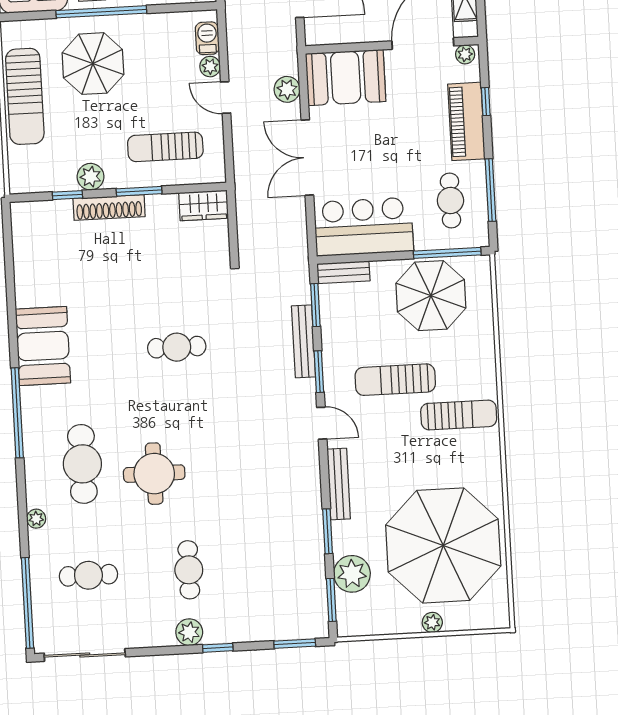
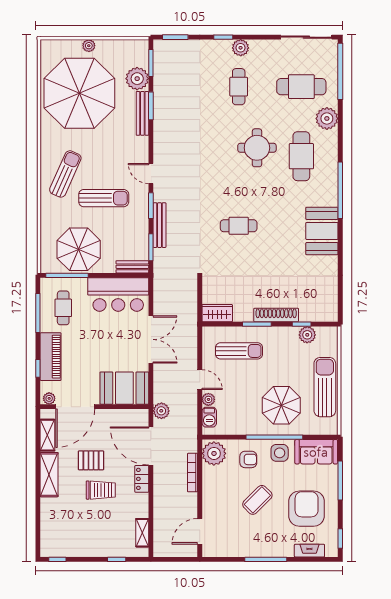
plant: (287, 89) -> (161, 411), moved
plant: (91, 177) -> (307, 335), moved
sun lounger: (459, 415) -> (65, 174), turned 114
bench: (339, 484) -> (142, 113), moved
plant: (36, 519) -> (327, 118), width x1.88, depth x1.88
cafe table: (88, 575) -> (301, 87), width x1.37, depth x1.35

